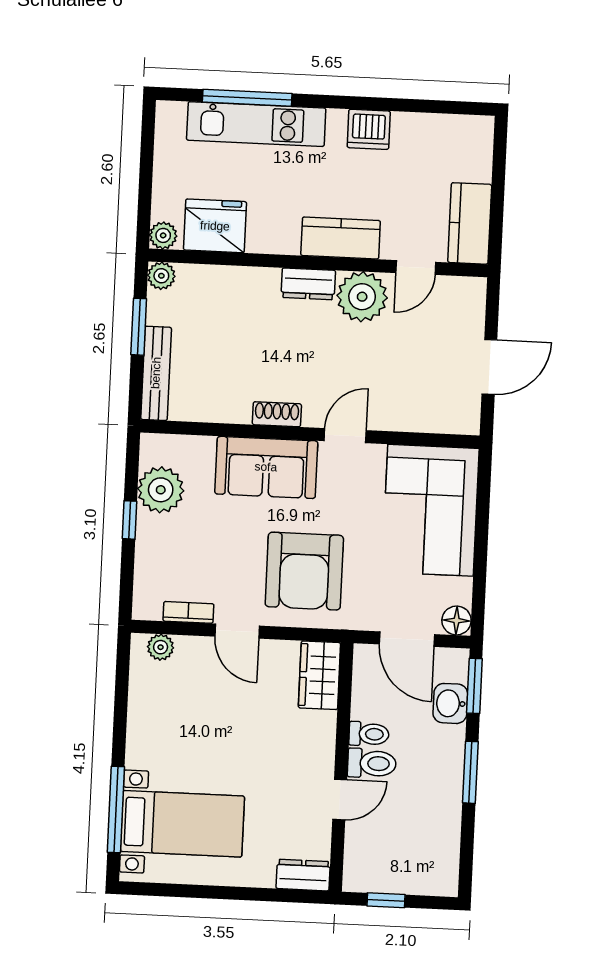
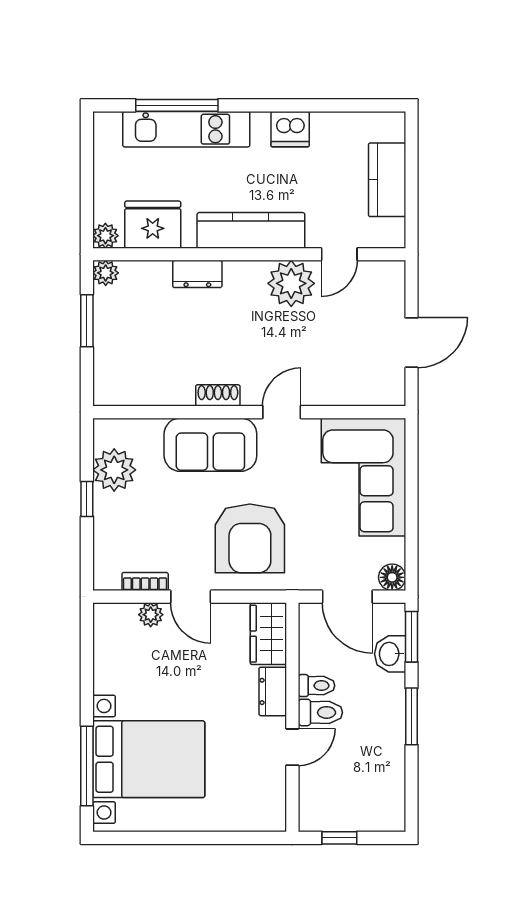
kitchen counter: (470, 223) -> (387, 180), moved
kitchen counter: (341, 238) -> (251, 230), width x1.50
dresser: (308, 284) -> (197, 274), moved
bench: (156, 373) -> (105, 363), removed
plant: (161, 647) -> (151, 615), moved
bed with nightstands: (182, 824) -> (149, 759), width x1.36
dresser: (303, 875) -> (273, 691), moved, turned -90

